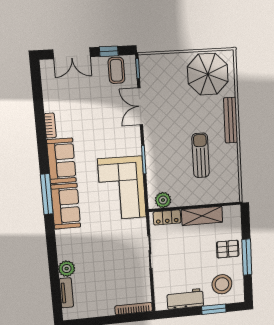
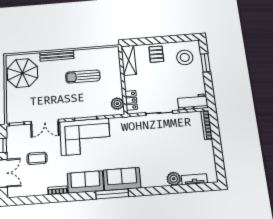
coffee table: (116, 70) -> (37, 158), moved
corner sofa: (122, 188) -> (85, 137), moved
shelving: (202, 216) -> (129, 60), moved
window: (247, 257) -> (162, 40), removed
workbench: (185, 299) -> (193, 102), moved, turned 90

